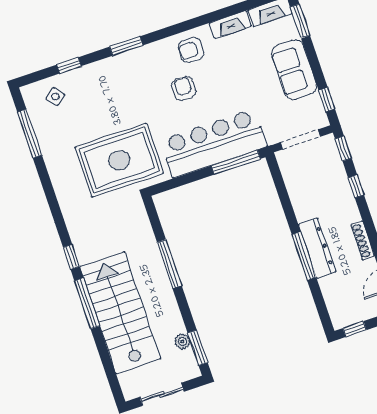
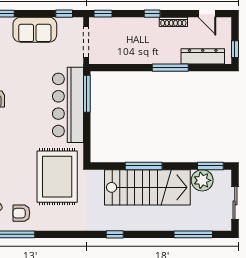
armchair: (184, 89) -> (21, 213), moved
window: (356, 186) -> (152, 14), moved
dresser: (317, 248) -> (203, 56), moved
window: (87, 303) -> (193, 234), moved
stairs: (120, 313) -> (147, 187), moved, turned 180
plant: (183, 341) -> (202, 180), width x1.87, depth x1.87

